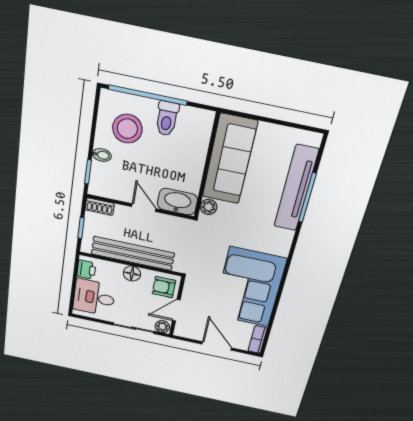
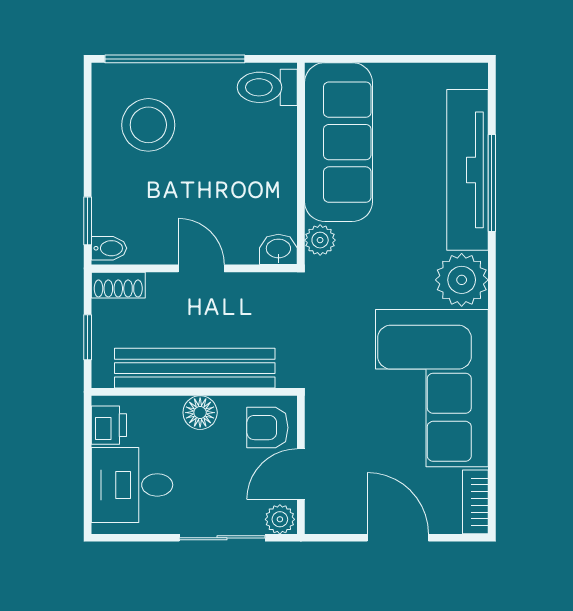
toilet: (167, 119) -> (267, 87), moved, turned 90
bidet: (102, 155) -> (109, 248), moved
washbasin: (177, 202) -> (278, 249), width x0.52, depth x0.69
plant: (278, 242) -> (462, 280), added

